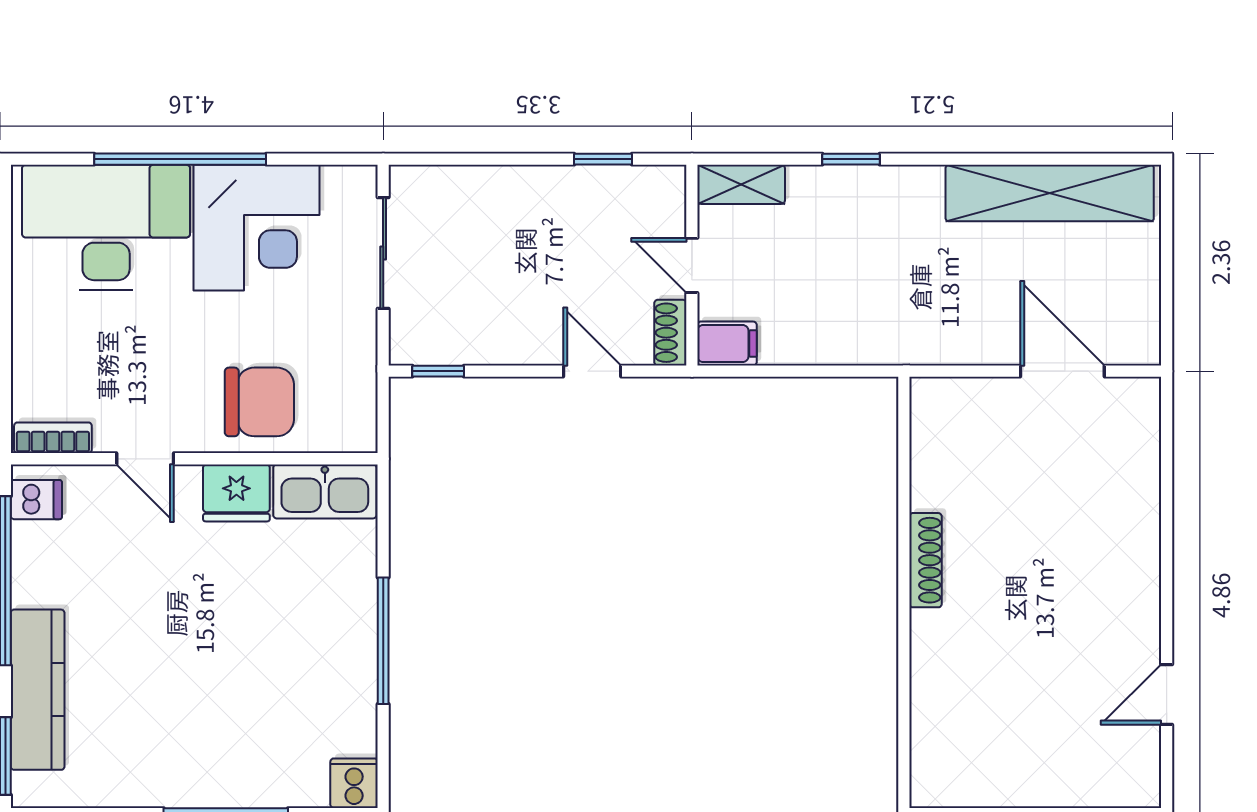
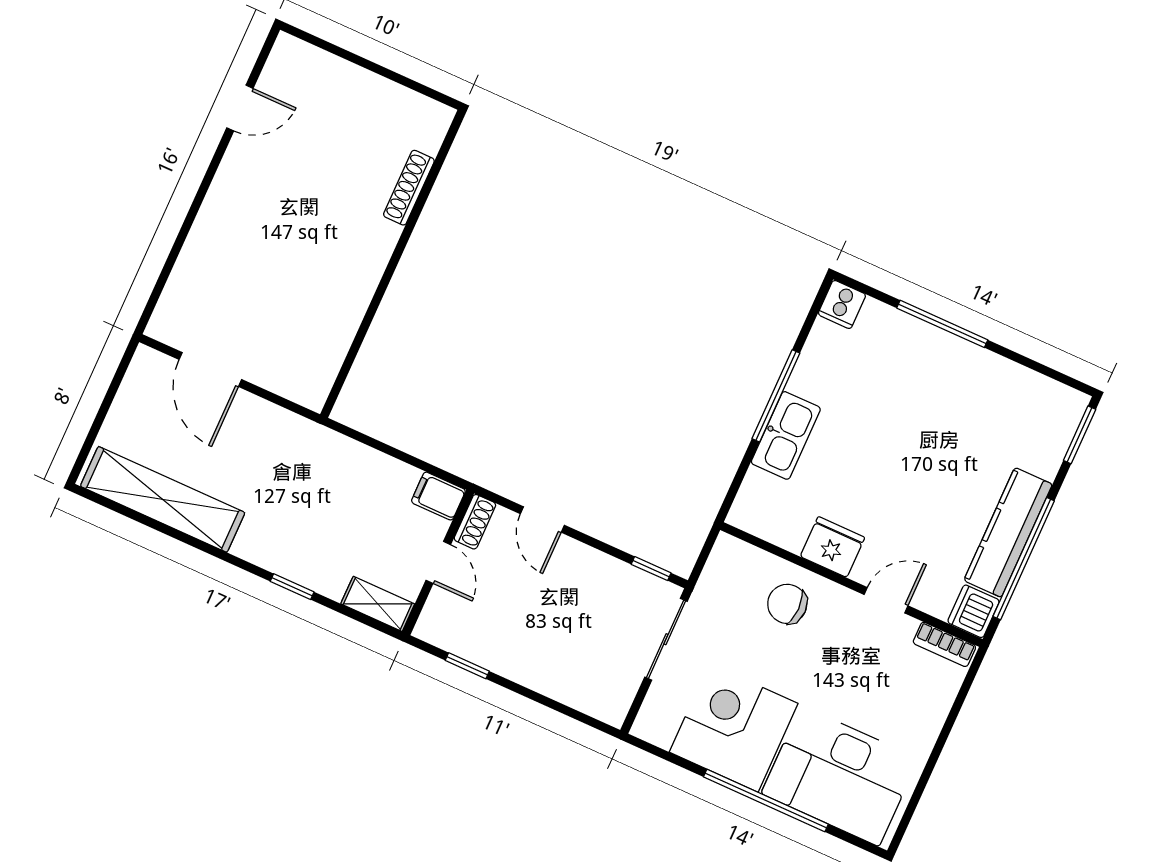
sliding door: (383, 253) -> (666, 639), moved
chair: (259, 402) -> (787, 604), width x0.73, depth x0.73
door: (145, 459) -> (886, 600), hinge flipped
kitchen sink: (325, 491) -> (786, 435), moved, turned 90
dishwasher: (36, 500) -> (974, 611), width x1.38
shoe rack: (926, 560) -> (409, 188), moved
kitchen counter: (38, 690) -> (1008, 532), moved

